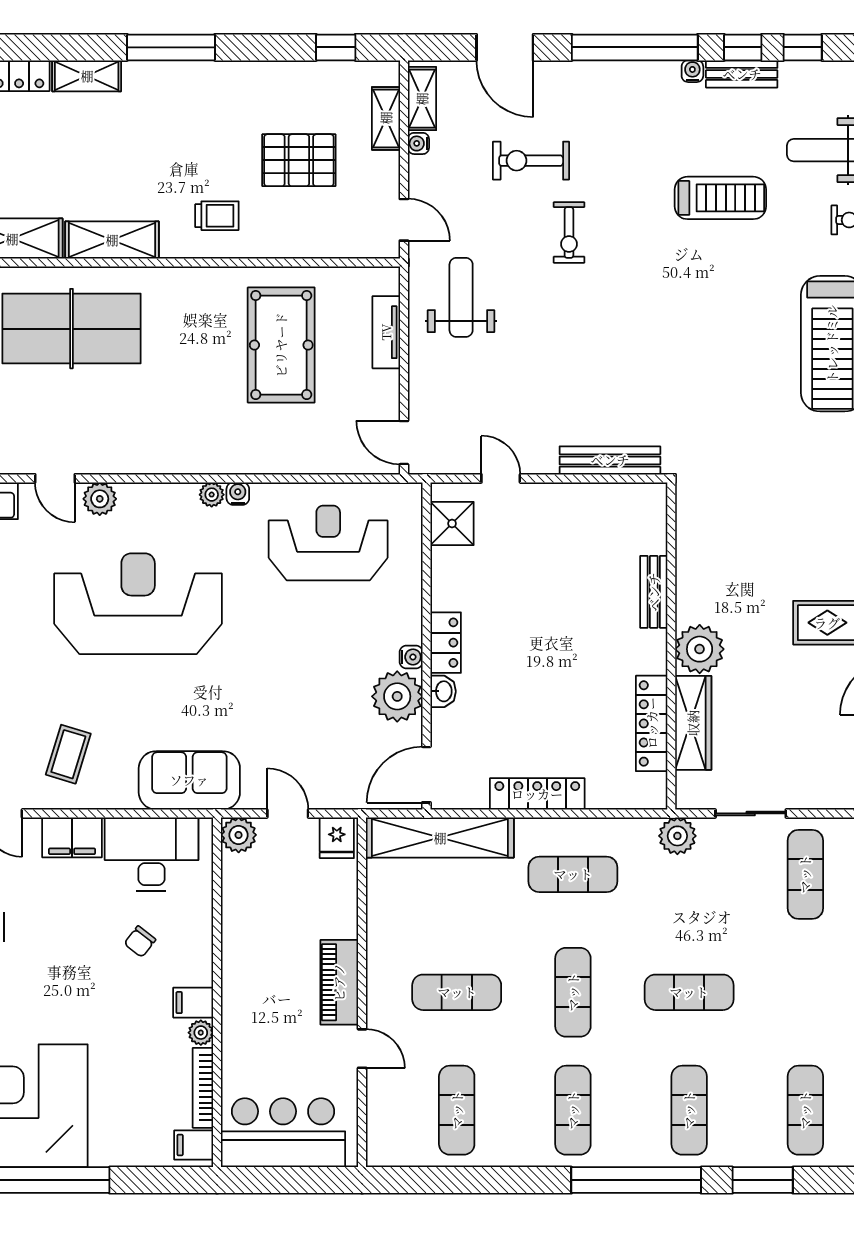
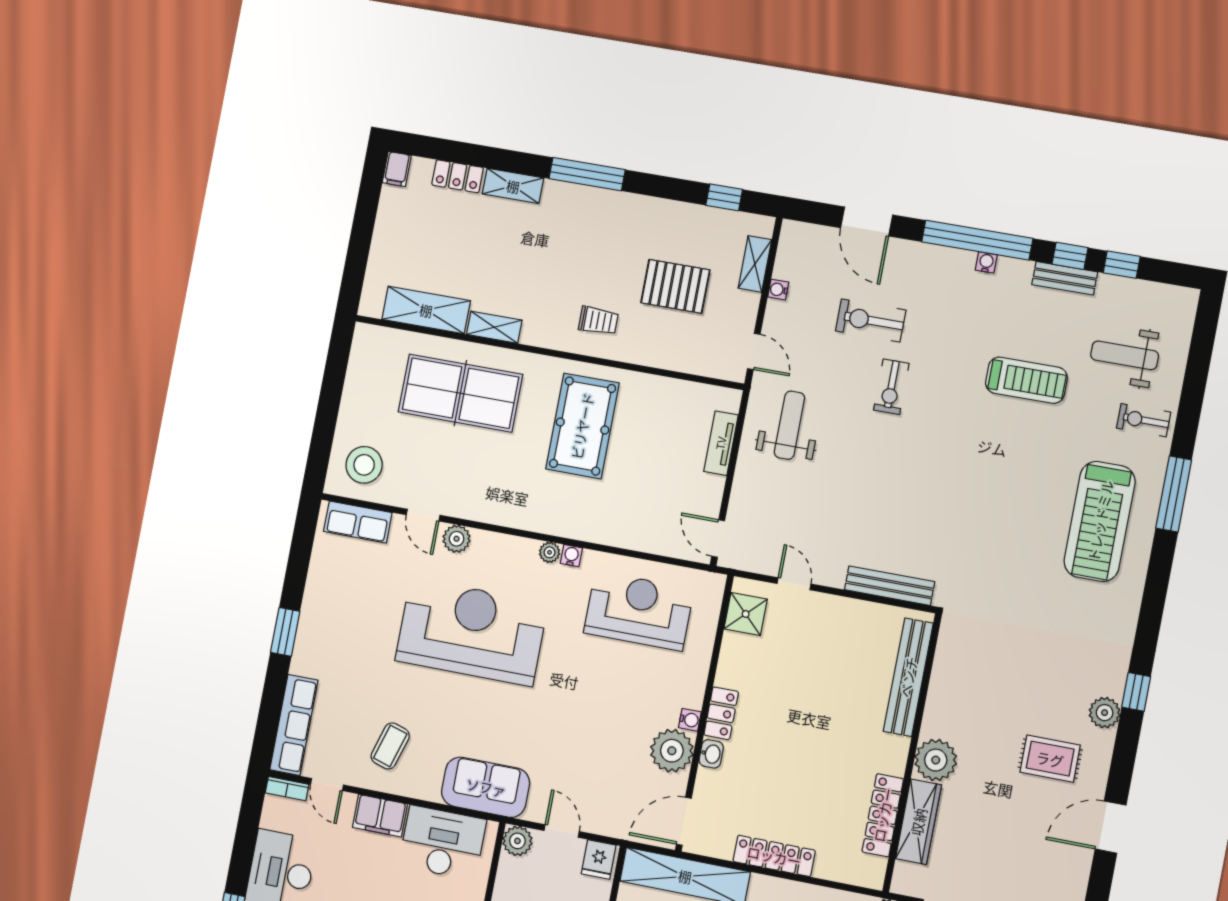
water cooler: (692, 71) -> (986, 262), moved
shelving: (422, 99) -> (788, 253), removed
shelving: (112, 240) -> (494, 327), width x0.67, depth x0.75
pool table: (281, 345) -> (582, 426), moved
bench: (654, 592) -> (908, 677), width x1.86, depth x1.21

